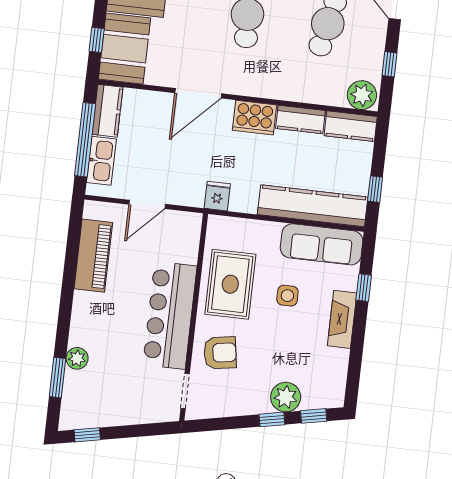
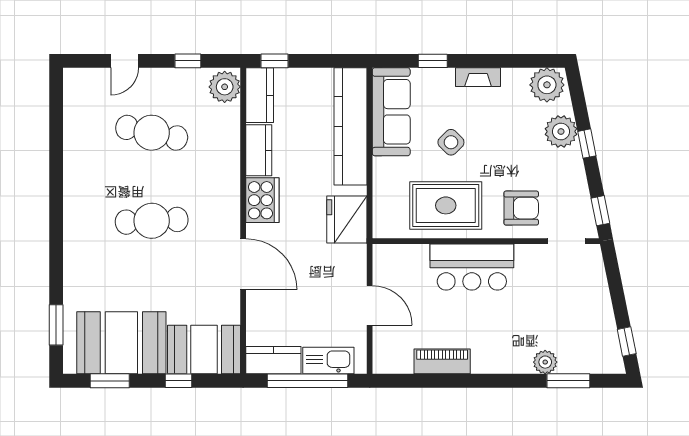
window: (97, 40) -> (178, 381), moved
window: (375, 189) -> (275, 61), moved
fridge: (217, 196) -> (347, 220), width x1.88, depth x1.34
piano: (93, 256) -> (442, 361), width x0.73, depth x0.75
side table: (287, 296) -> (451, 142), turned 45
bar counter: (170, 315) -> (472, 267), width x0.73
fireplace: (342, 319) -> (478, 77), width x0.73, depth x0.76
armchair: (220, 353) -> (521, 208), turned 99
plant: (330, 389) -> (547, 85), added
window: (314, 416) -> (600, 211), moved

